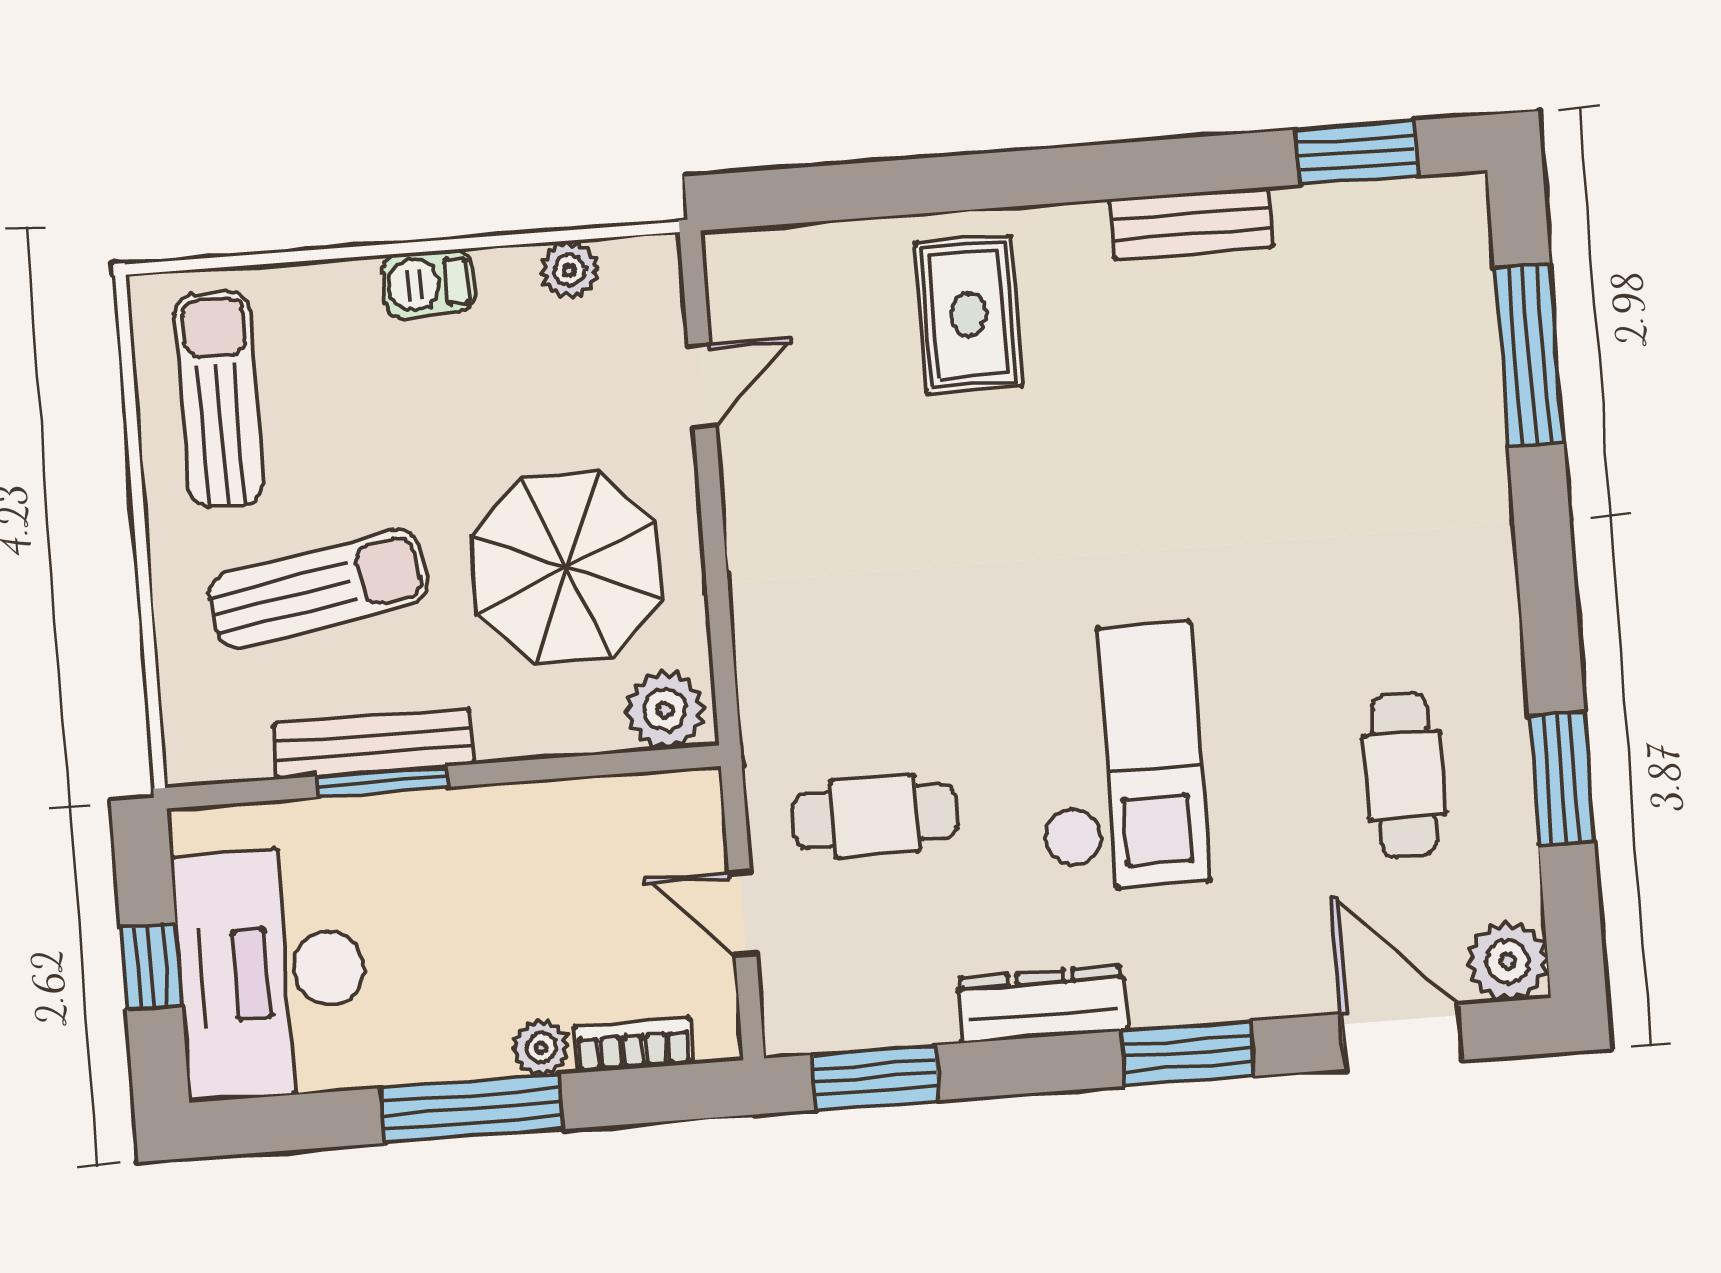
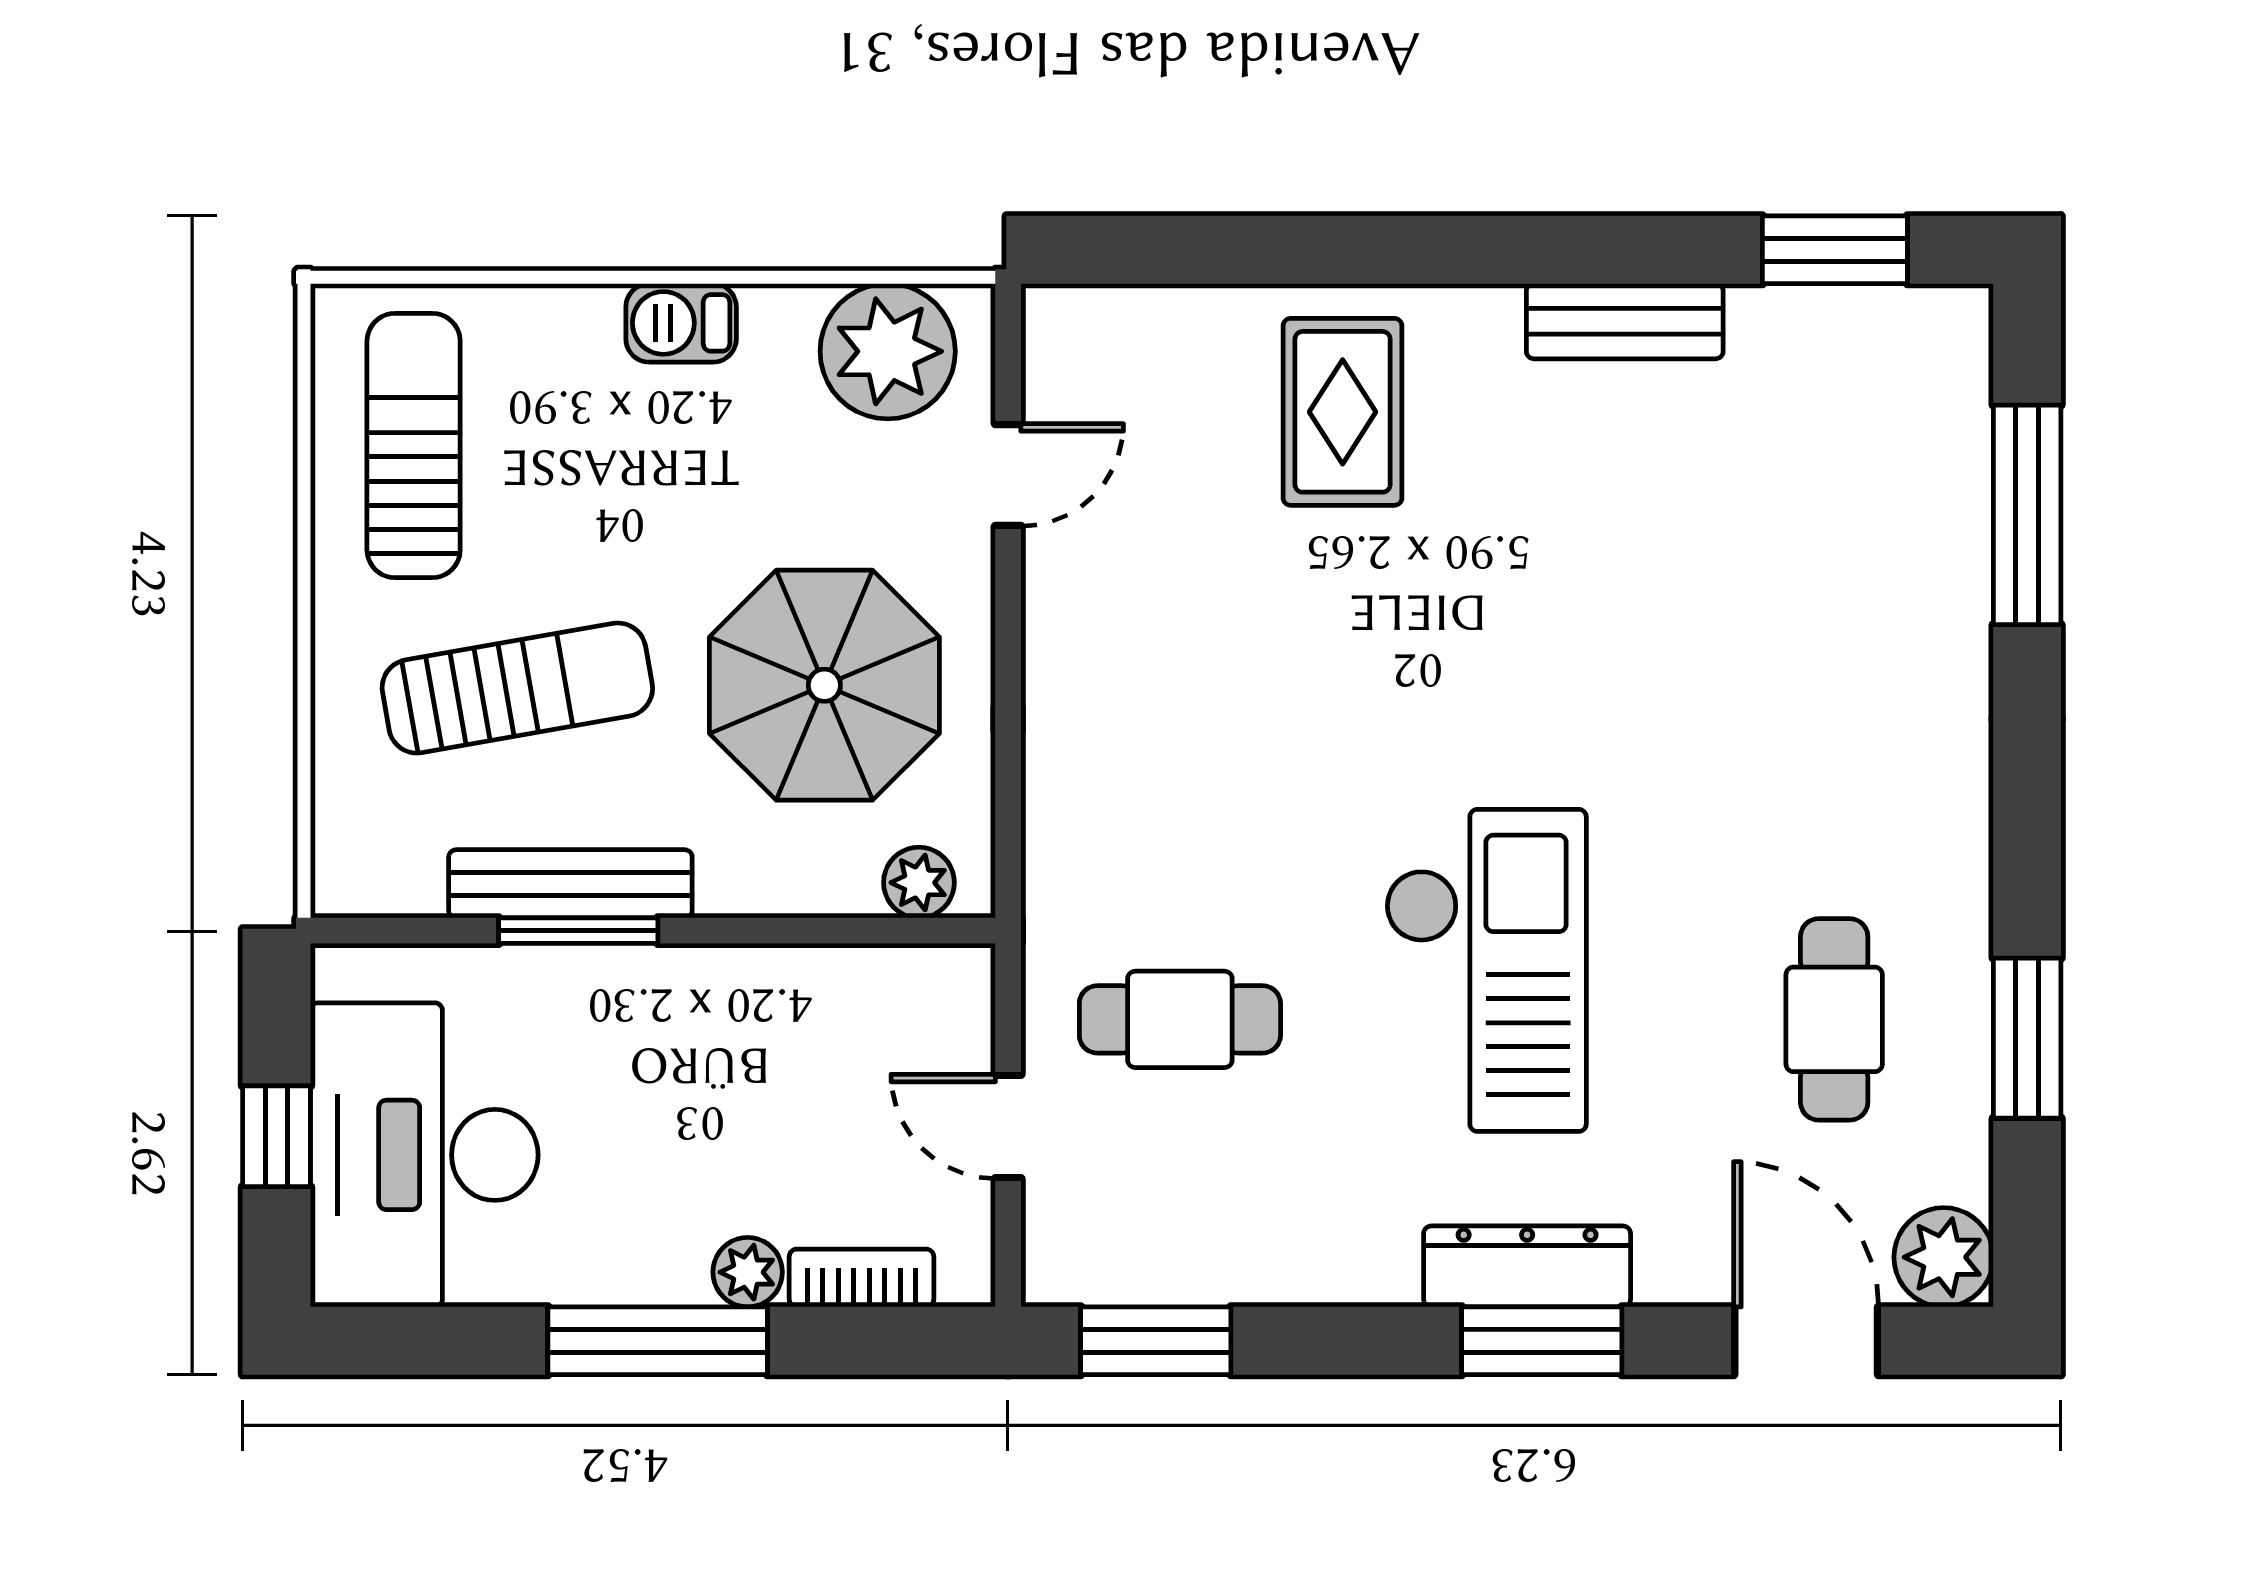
plant: (569, 270) -> (888, 351), width x1.87, depth x1.87
plant: (665, 710) -> (919, 883), width x0.73, depth x0.73
dresser: (1042, 1004) -> (1527, 1266), moved

